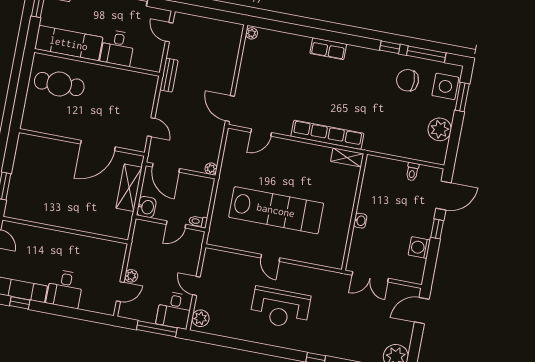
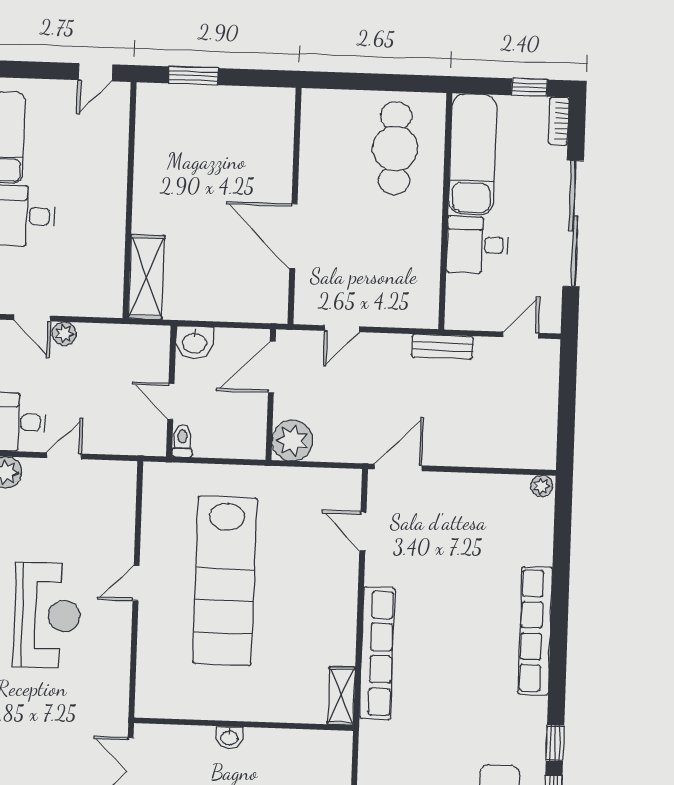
row of seats: (328, 49) -> (535, 631), width x2.02
plant: (211, 169) -> (292, 441), width x1.87, depth x1.87
shelving: (129, 188) -> (146, 277), moved, turned 90
reception desk: (280, 308) -> (47, 615), turned 180

